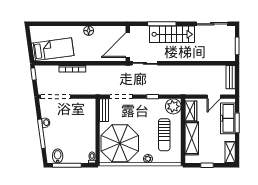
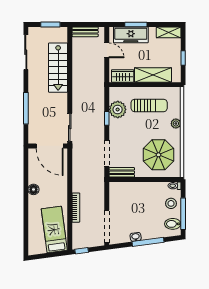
stairs: (172, 34) -> (58, 68), moved, turned 180
plant: (173, 106) -> (118, 109), moved
parasol: (120, 143) -> (159, 155), width x0.73, depth x0.73
stool: (76, 154) -> (171, 203), added

